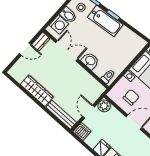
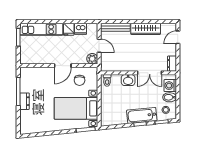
door: (25, 49) -> (178, 37), moved
dishwasher: (82, 131) -> (81, 29), moved

